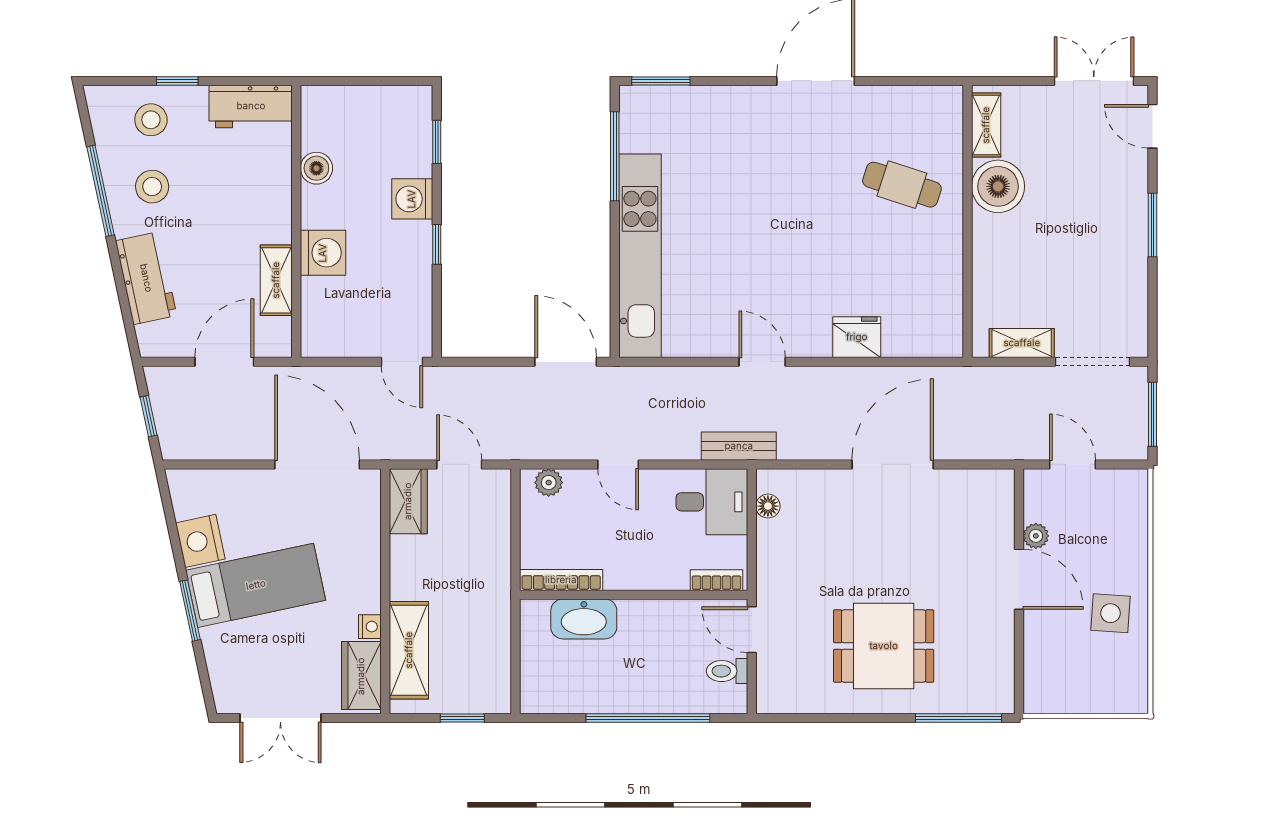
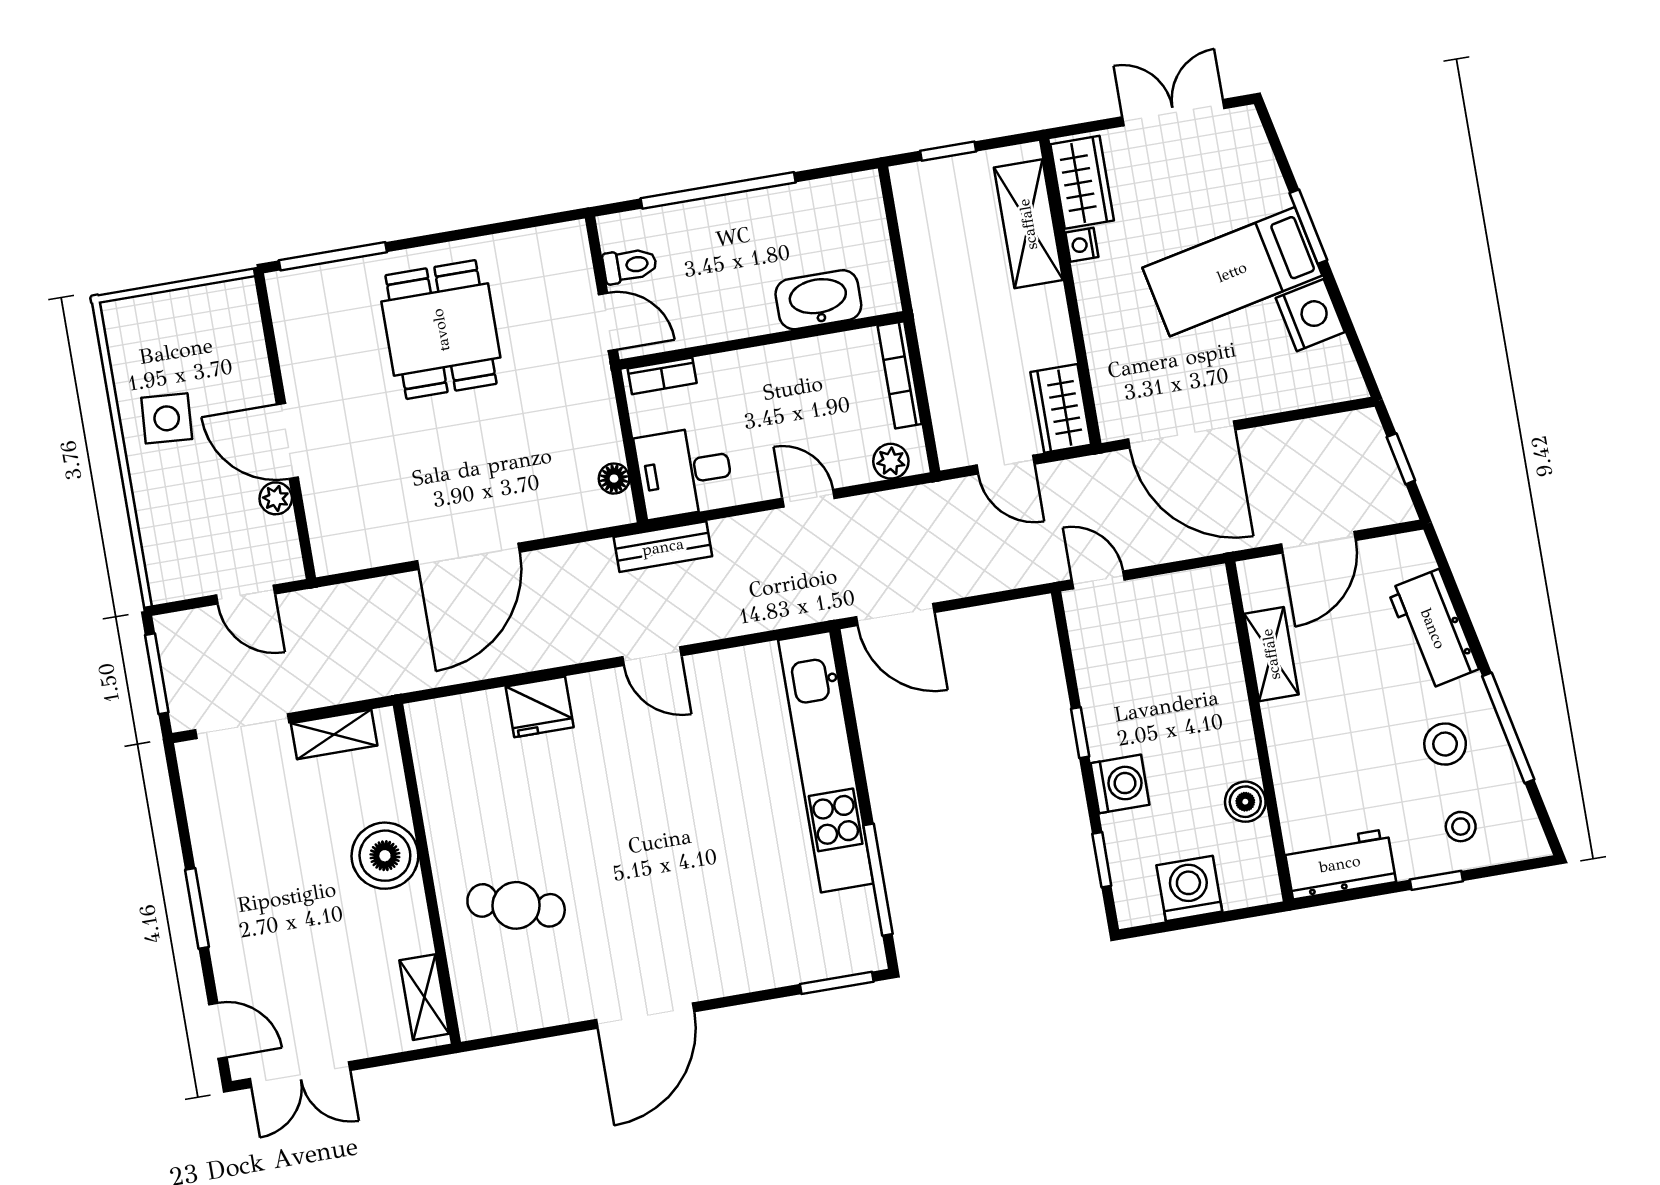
stool: (151, 120) -> (1461, 827), width x0.73, depth x0.73
boiler: (998, 186) -> (385, 856), moved
washing machine: (323, 253) -> (1189, 888), moved, turned 90
bookcase: (561, 580) -> (900, 375), moved, turned 90
dining table: (884, 646) -> (441, 330), turned 90

